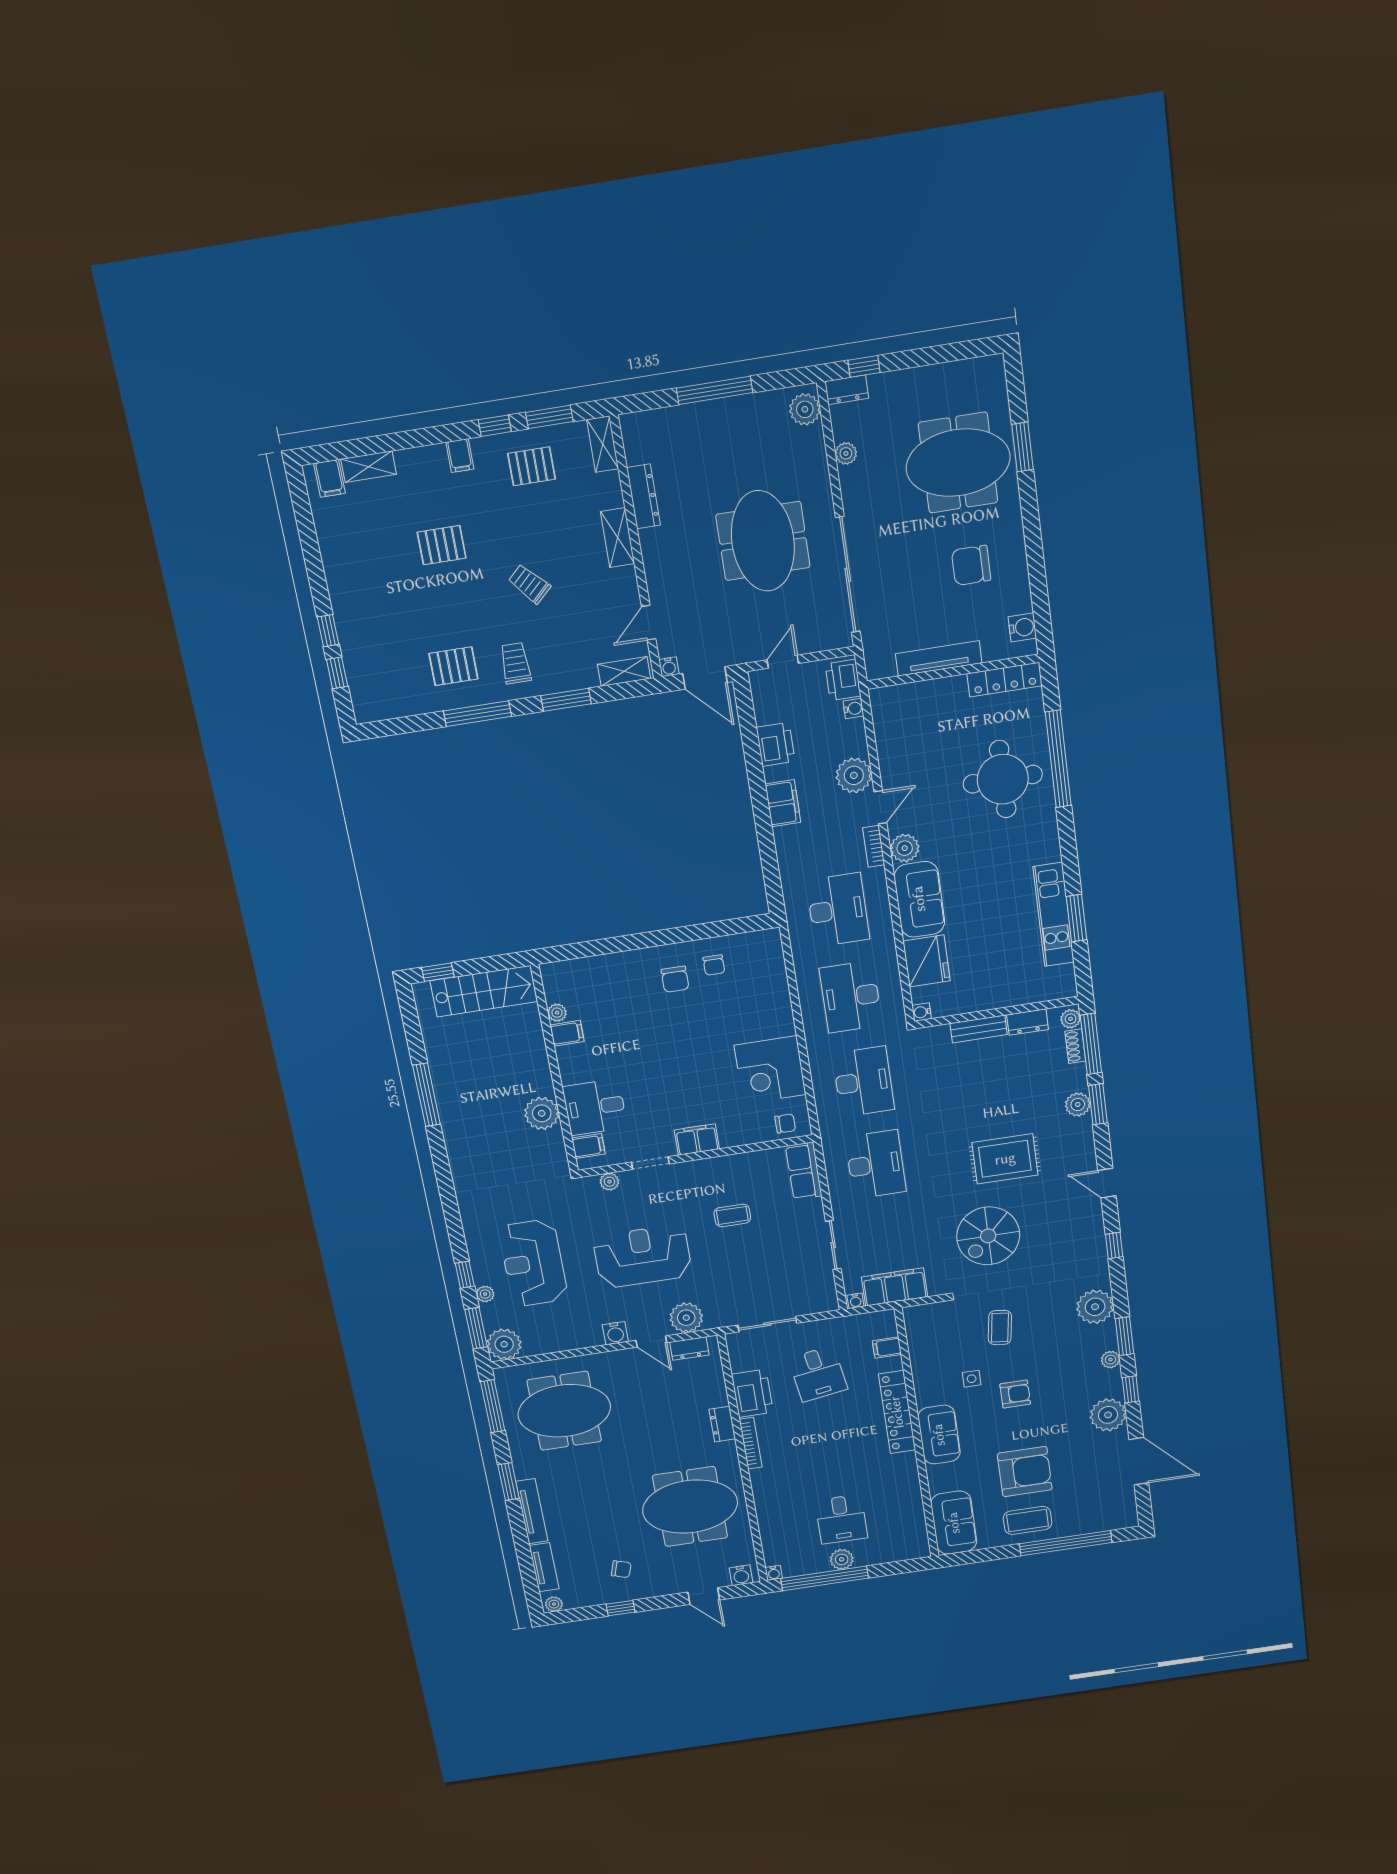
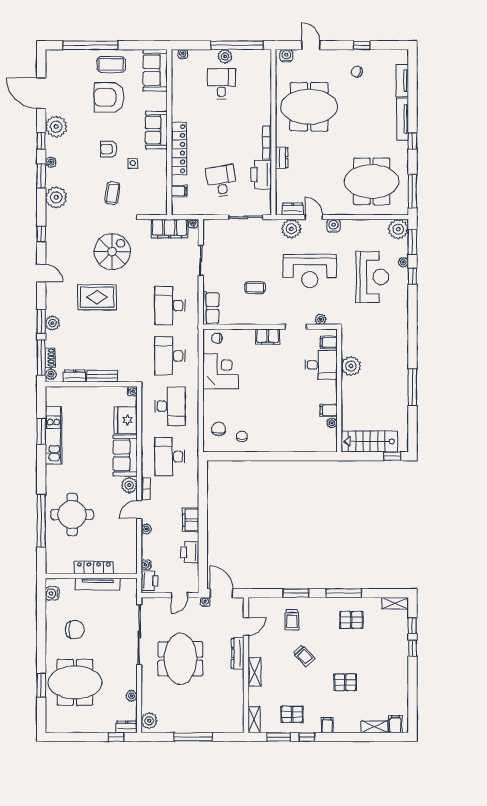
dresser: (643, 496) -> (238, 653), moved
trolley: (515, 663) -> (292, 620), moved
water cooler: (669, 667) -> (205, 602), moved
shelving: (624, 671) -> (395, 603), moved
locker: (1005, 680) -> (94, 568), moved
plant: (854, 775) -> (146, 529), width x0.53, depth x0.53
chair: (675, 979) -> (219, 429), moved
window: (509, 1482) -> (412, 141), width x0.67
water cooler: (774, 1573) -> (183, 54), moved
plant: (554, 1604) -> (401, 55), removed

